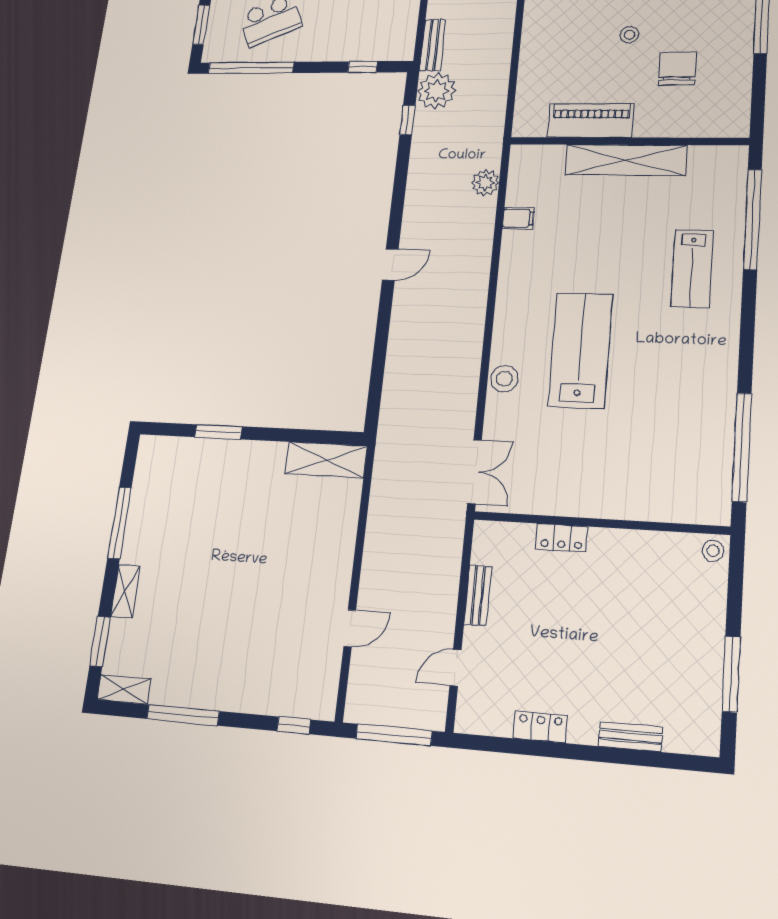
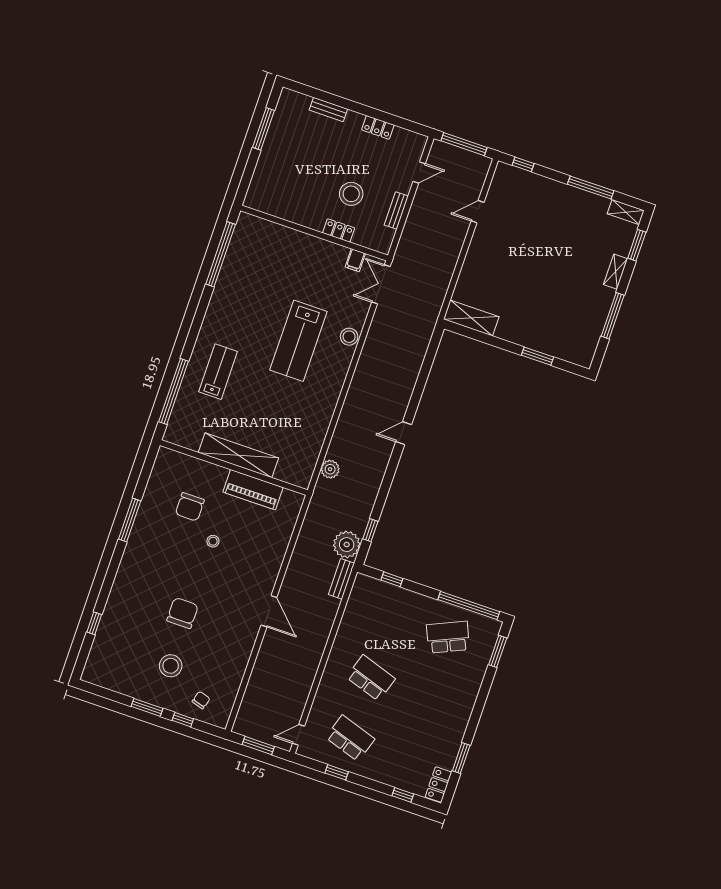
filing cabinet: (518, 218) -> (355, 260), moved, turned -90
stool: (713, 551) -> (351, 194), moved, width x1.89, depth x1.89

